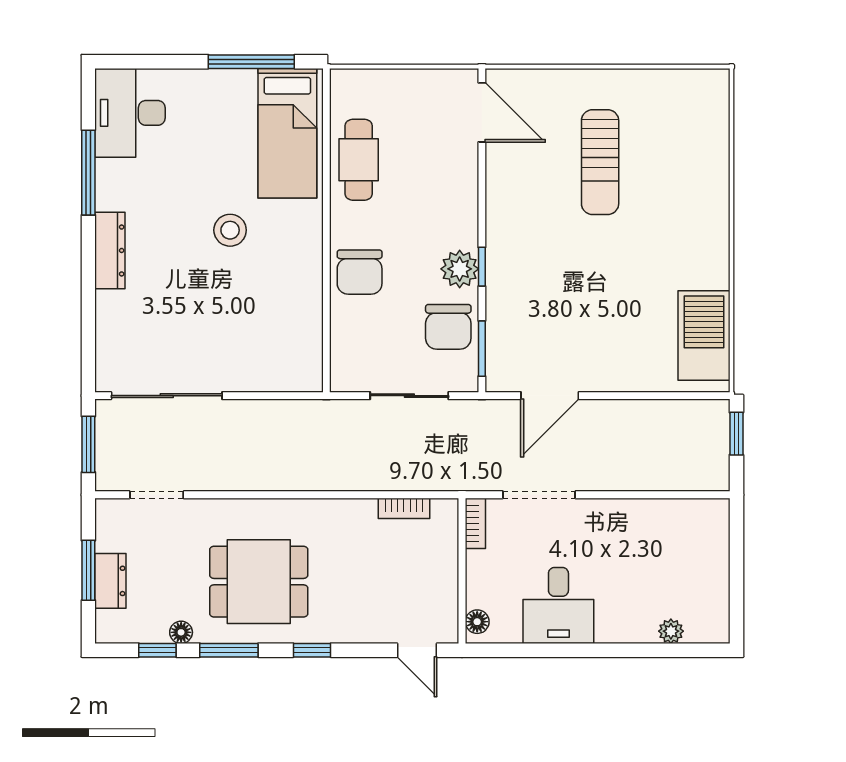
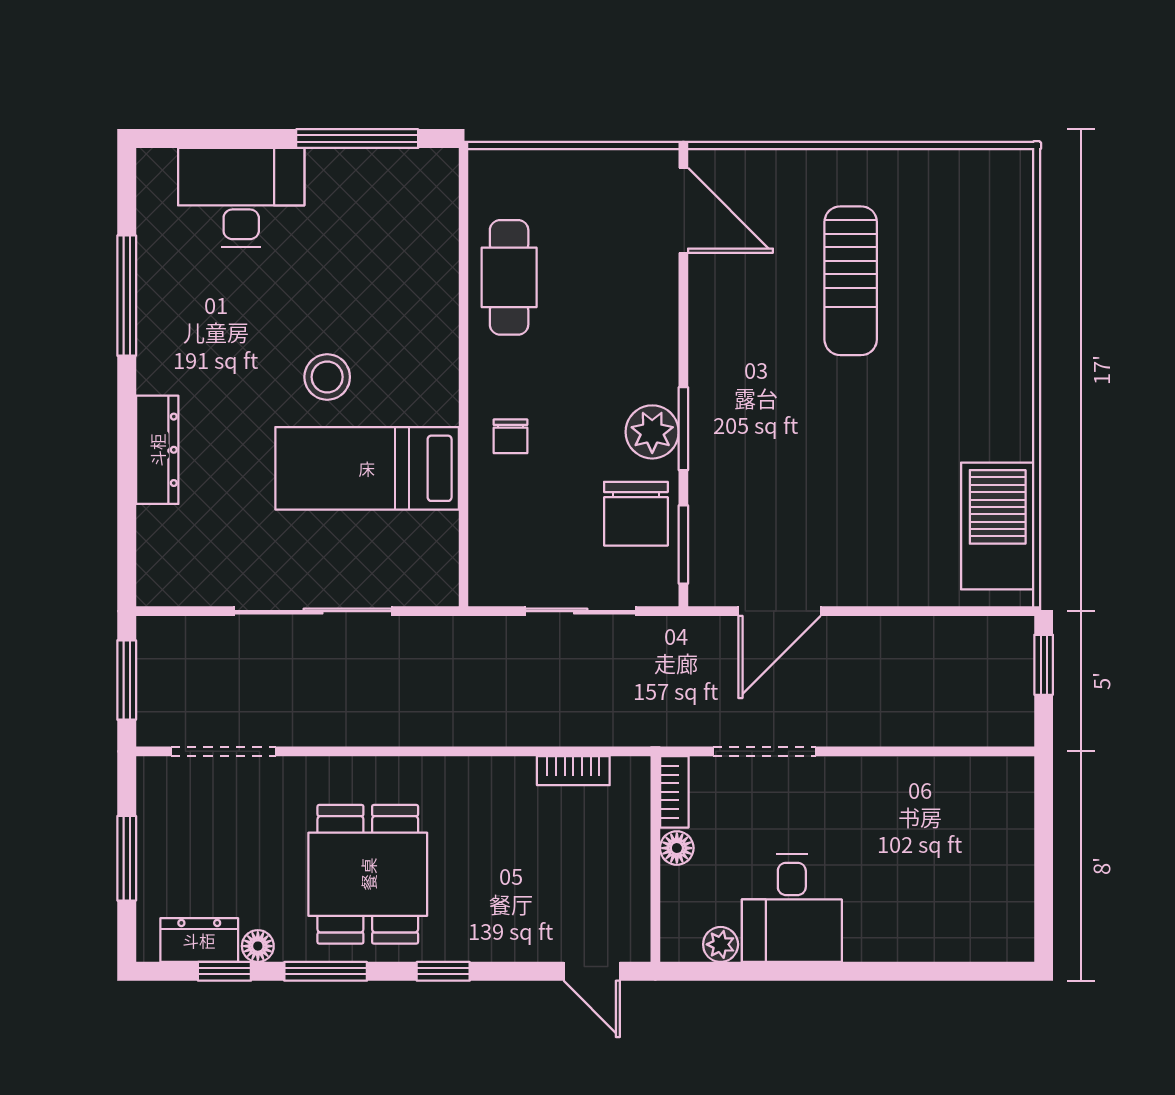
desk: (130, 113) -> (241, 198), moved, turned 90
bed: (287, 133) -> (367, 468), moved, turned 90
dresser: (110, 250) -> (157, 450), moved
window: (482, 267) -> (683, 429), width x1.50
chair: (360, 272) -> (510, 436), width x0.54, depth x0.54
sliding door: (167, 396) -> (313, 611), moved
doorway: (157, 495) -> (223, 751), width x1.38
dresser: (110, 581) -> (199, 940), moved, turned -90
dining table: (259, 582) -> (368, 874), turned 90
floor lamp: (477, 622) -> (677, 848), moved
plant: (671, 631) -> (721, 944), moved

